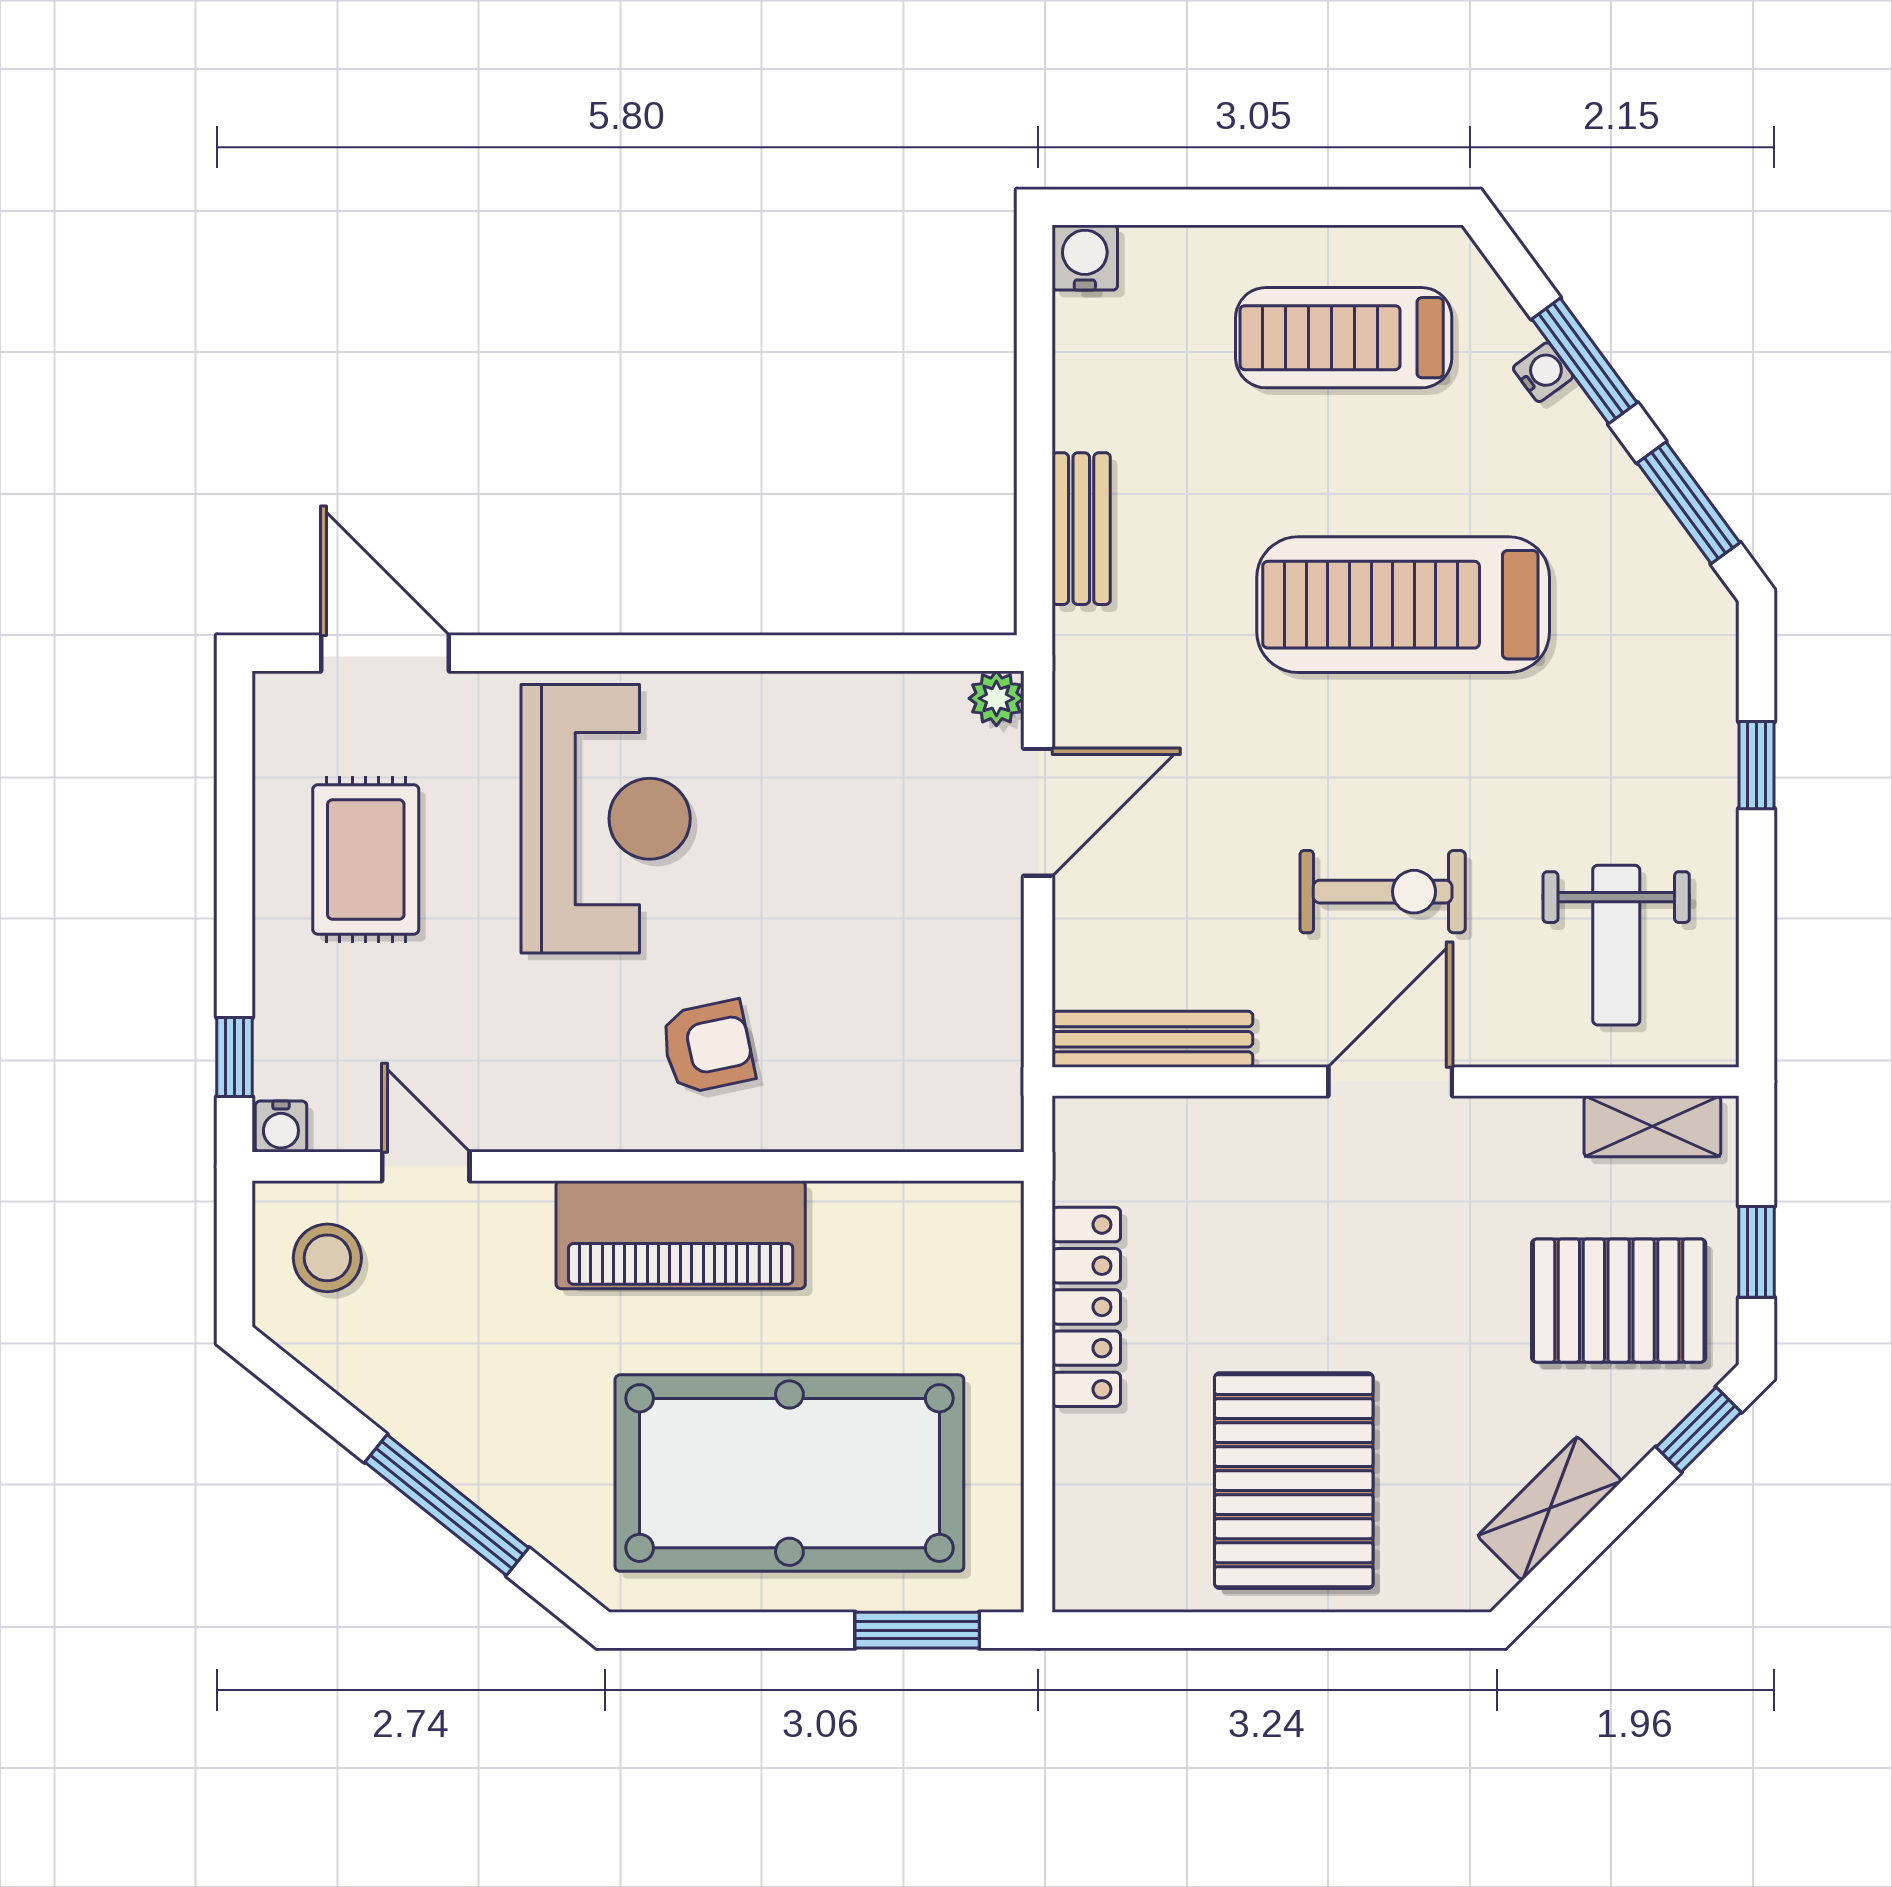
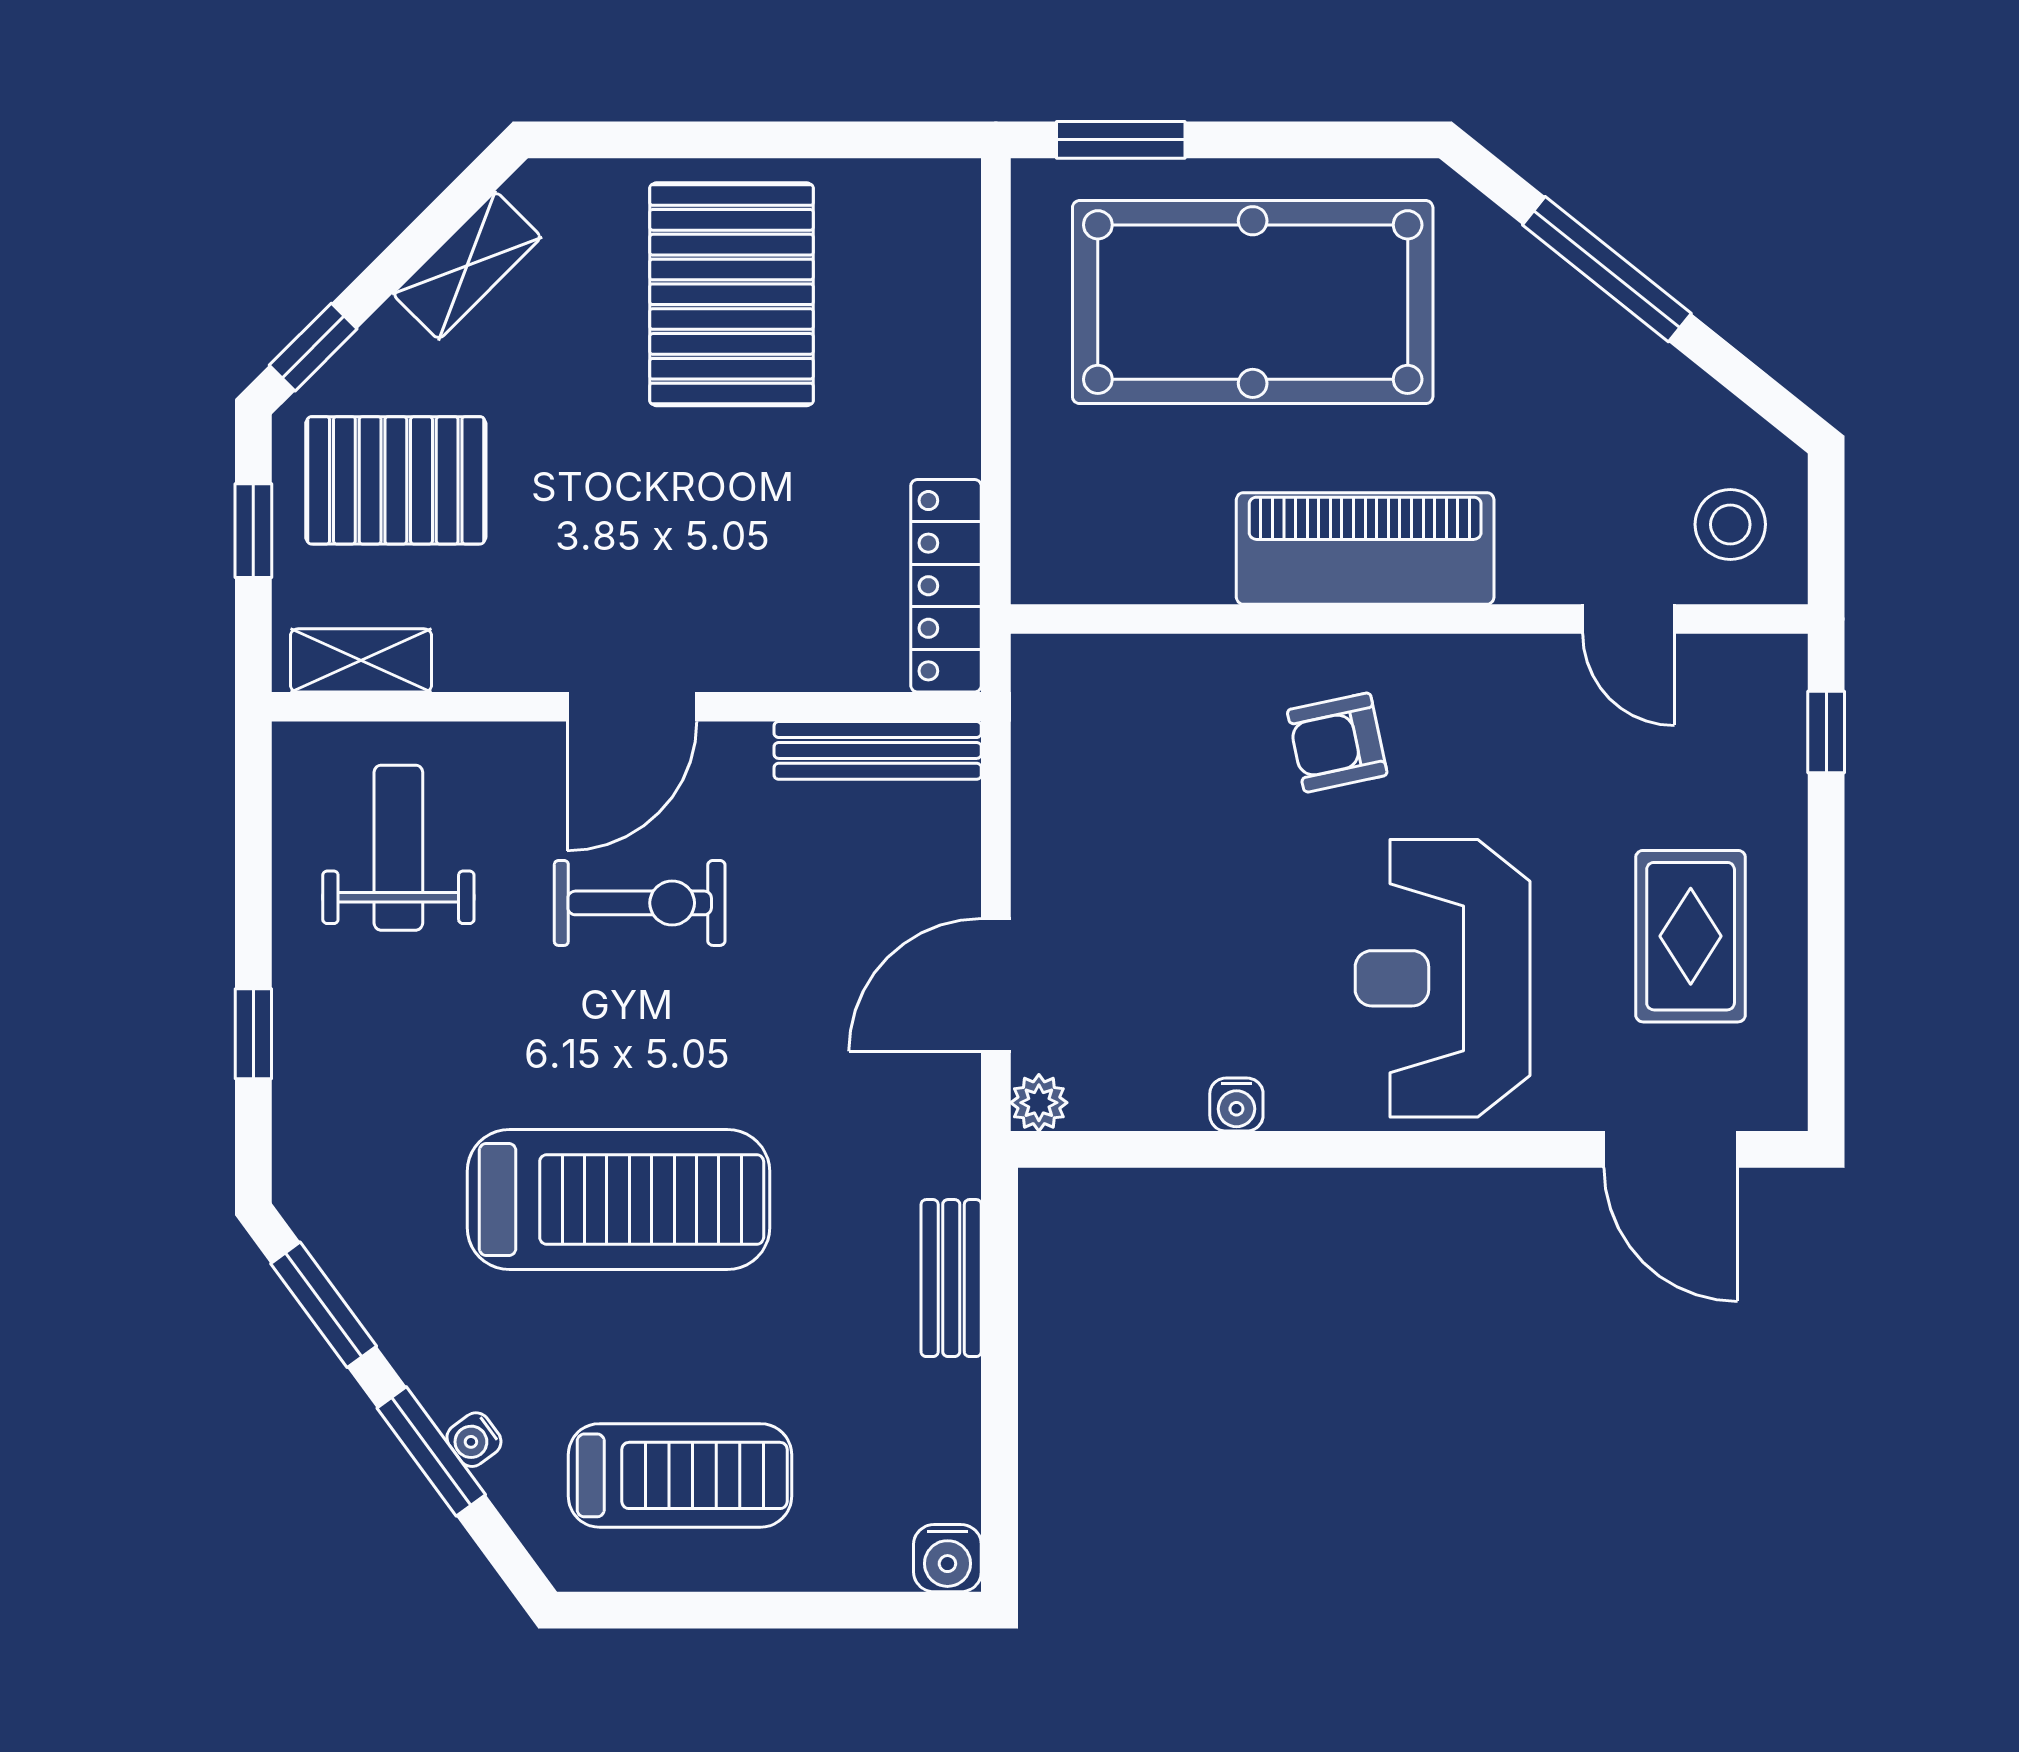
exercise bike: (1383, 892) -> (640, 903), turned 180
water cooler: (281, 1127) -> (1236, 1105), moved, turned 180
locker: (1086, 1307) -> (946, 586), moved

